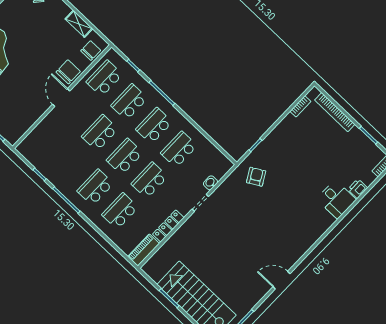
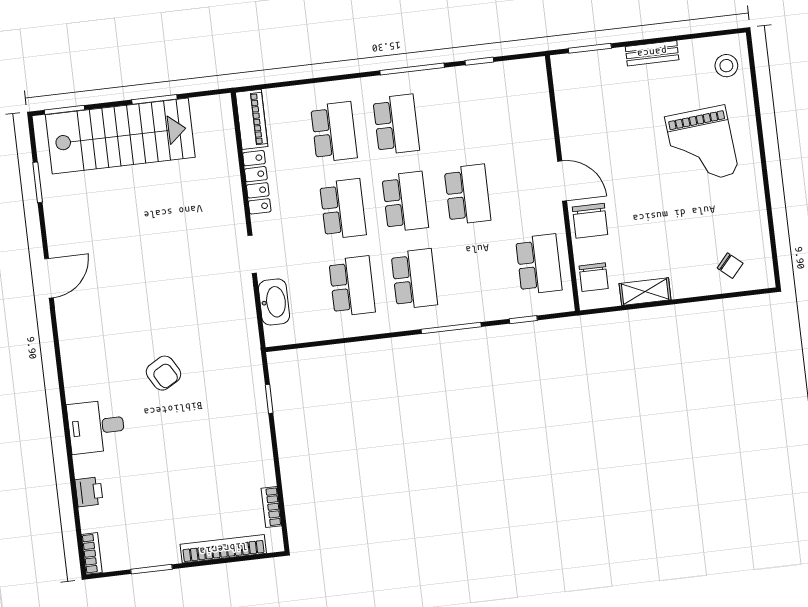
school desk: (129, 102) -> (477, 272), removed
armchair: (256, 177) -> (163, 373), moved
washbasin: (210, 183) -> (274, 302), width x1.91, depth x1.45
desk: (336, 199) -> (96, 427), moved

